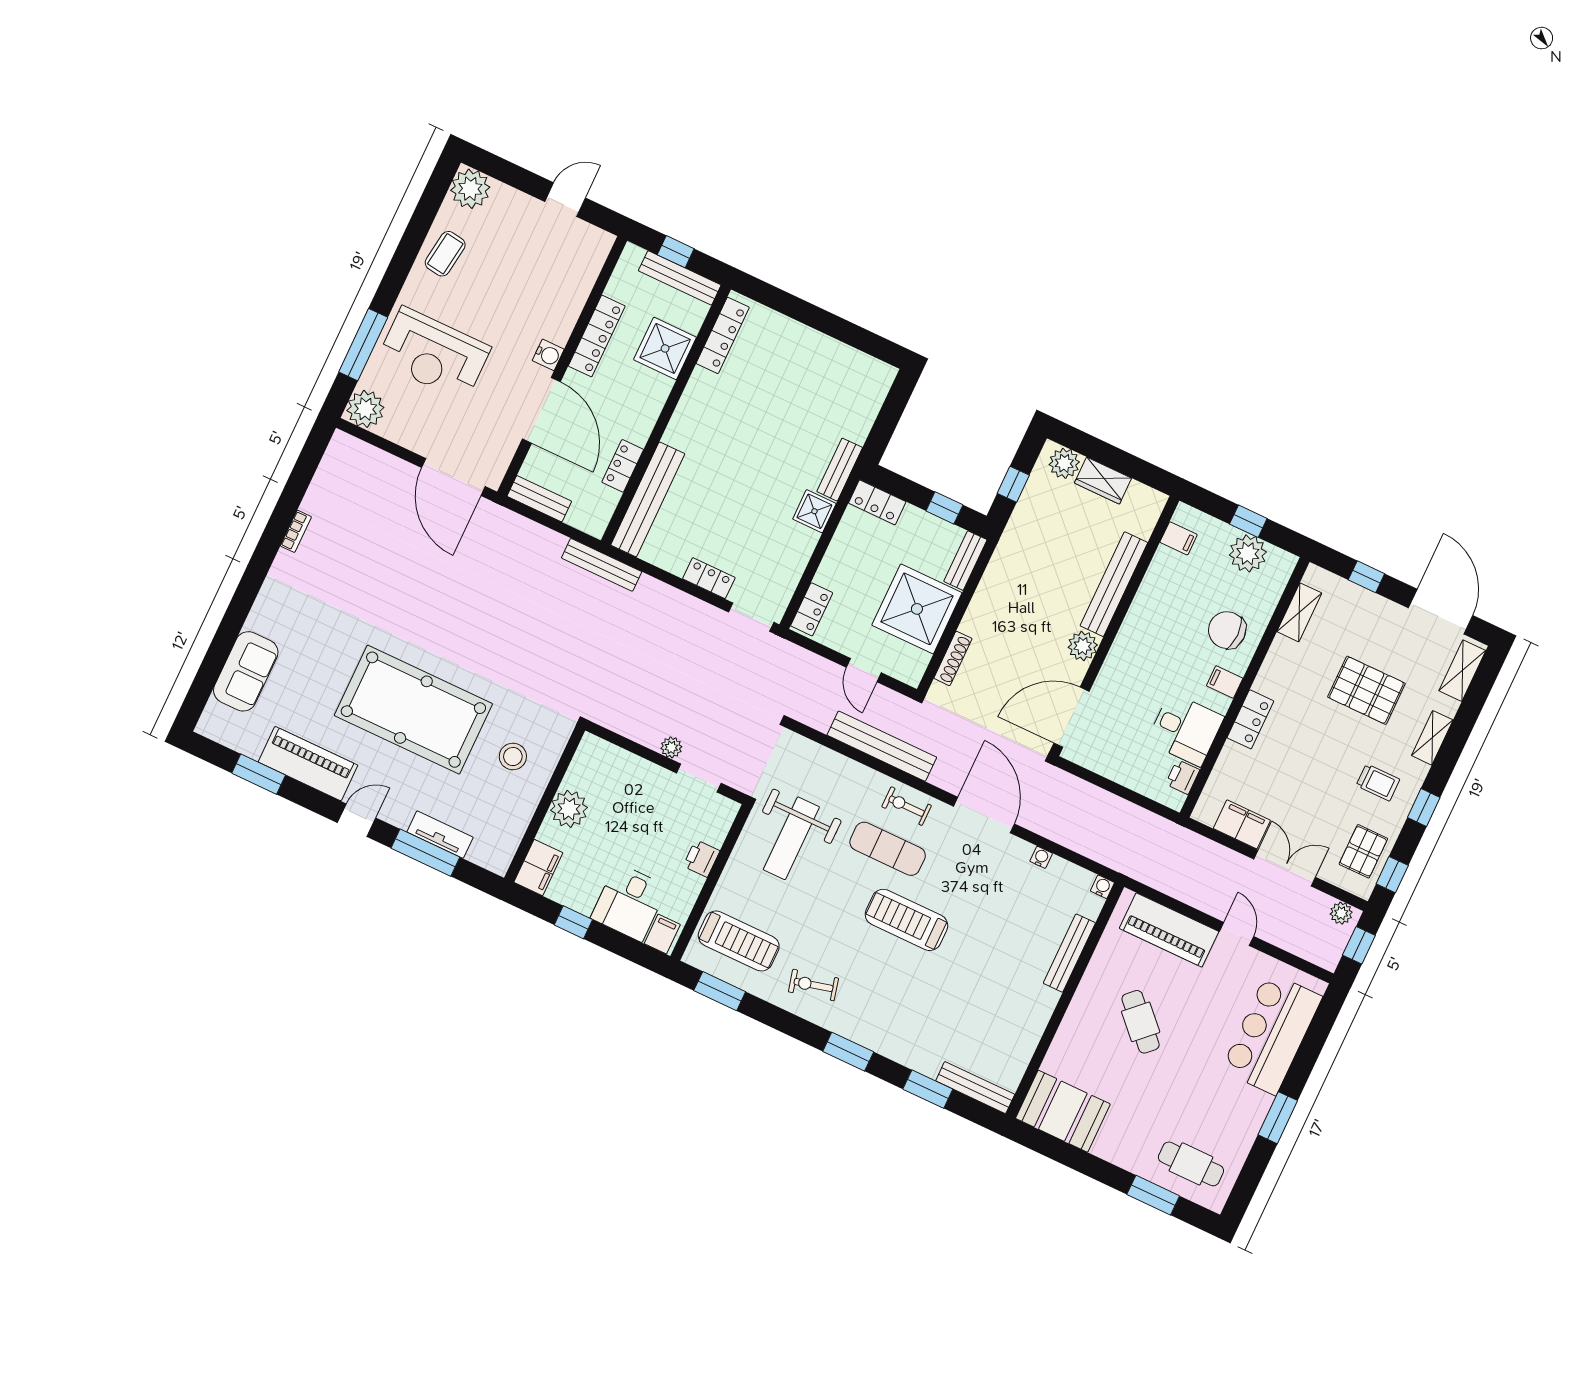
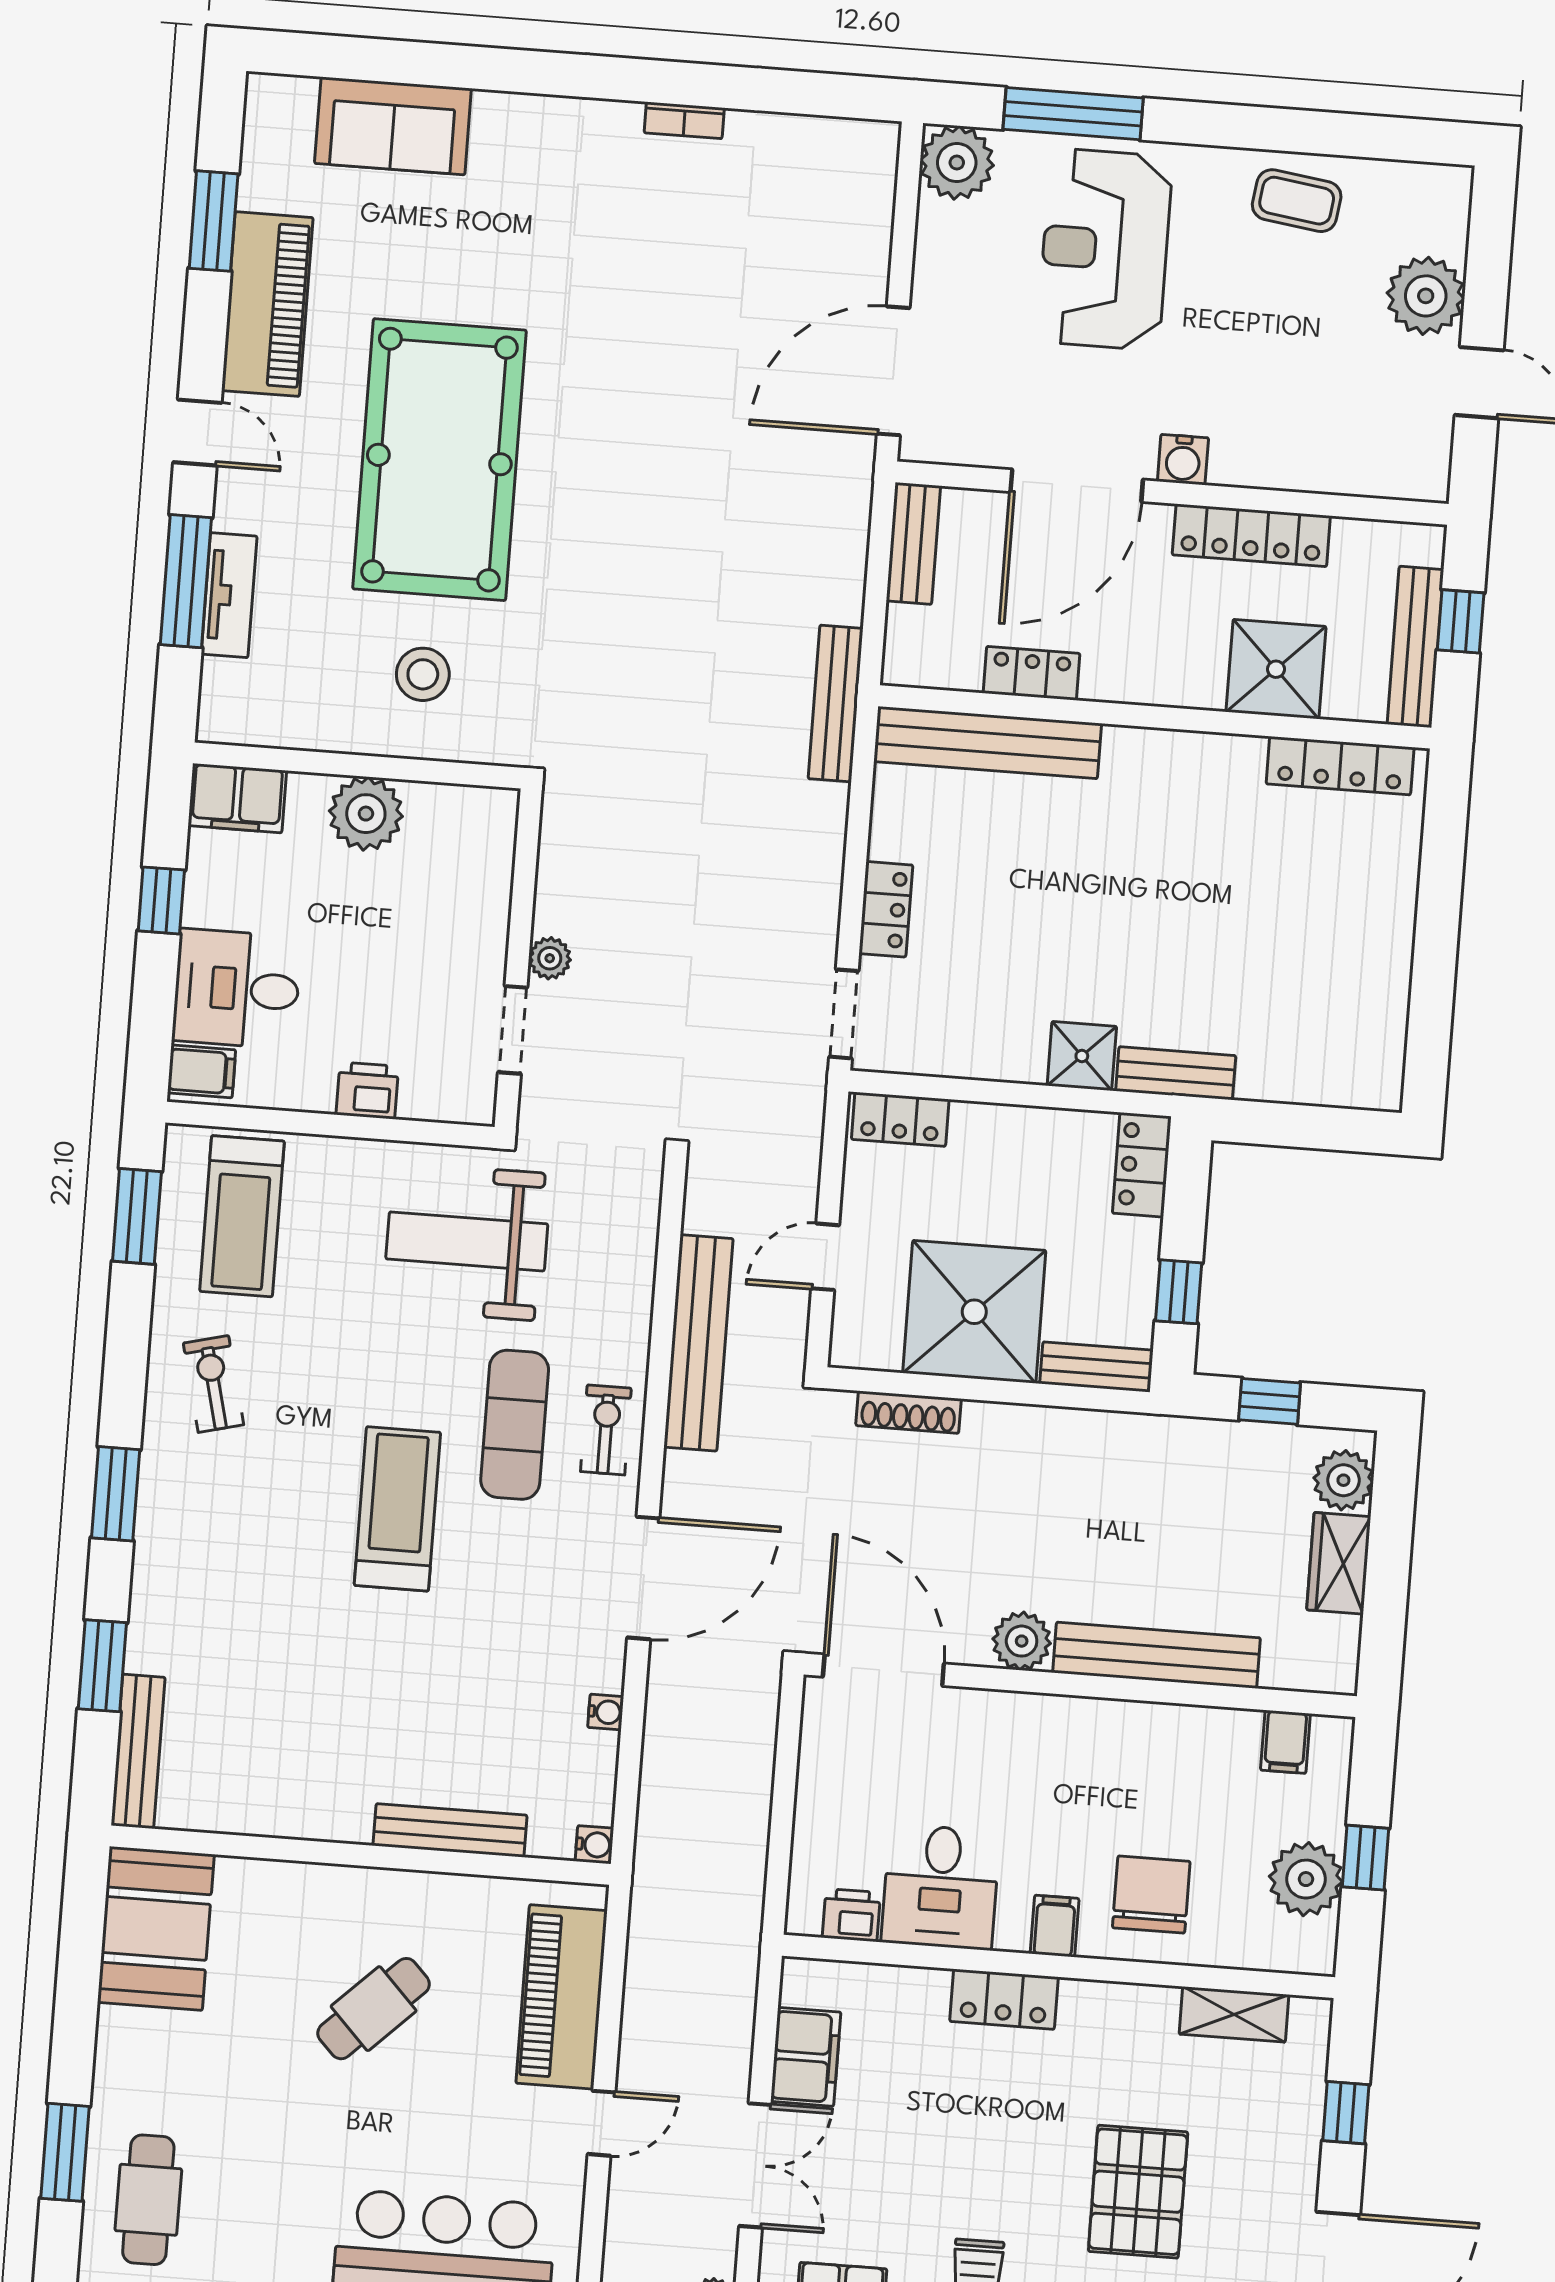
plant: (470, 189) -> (1426, 296), moved

